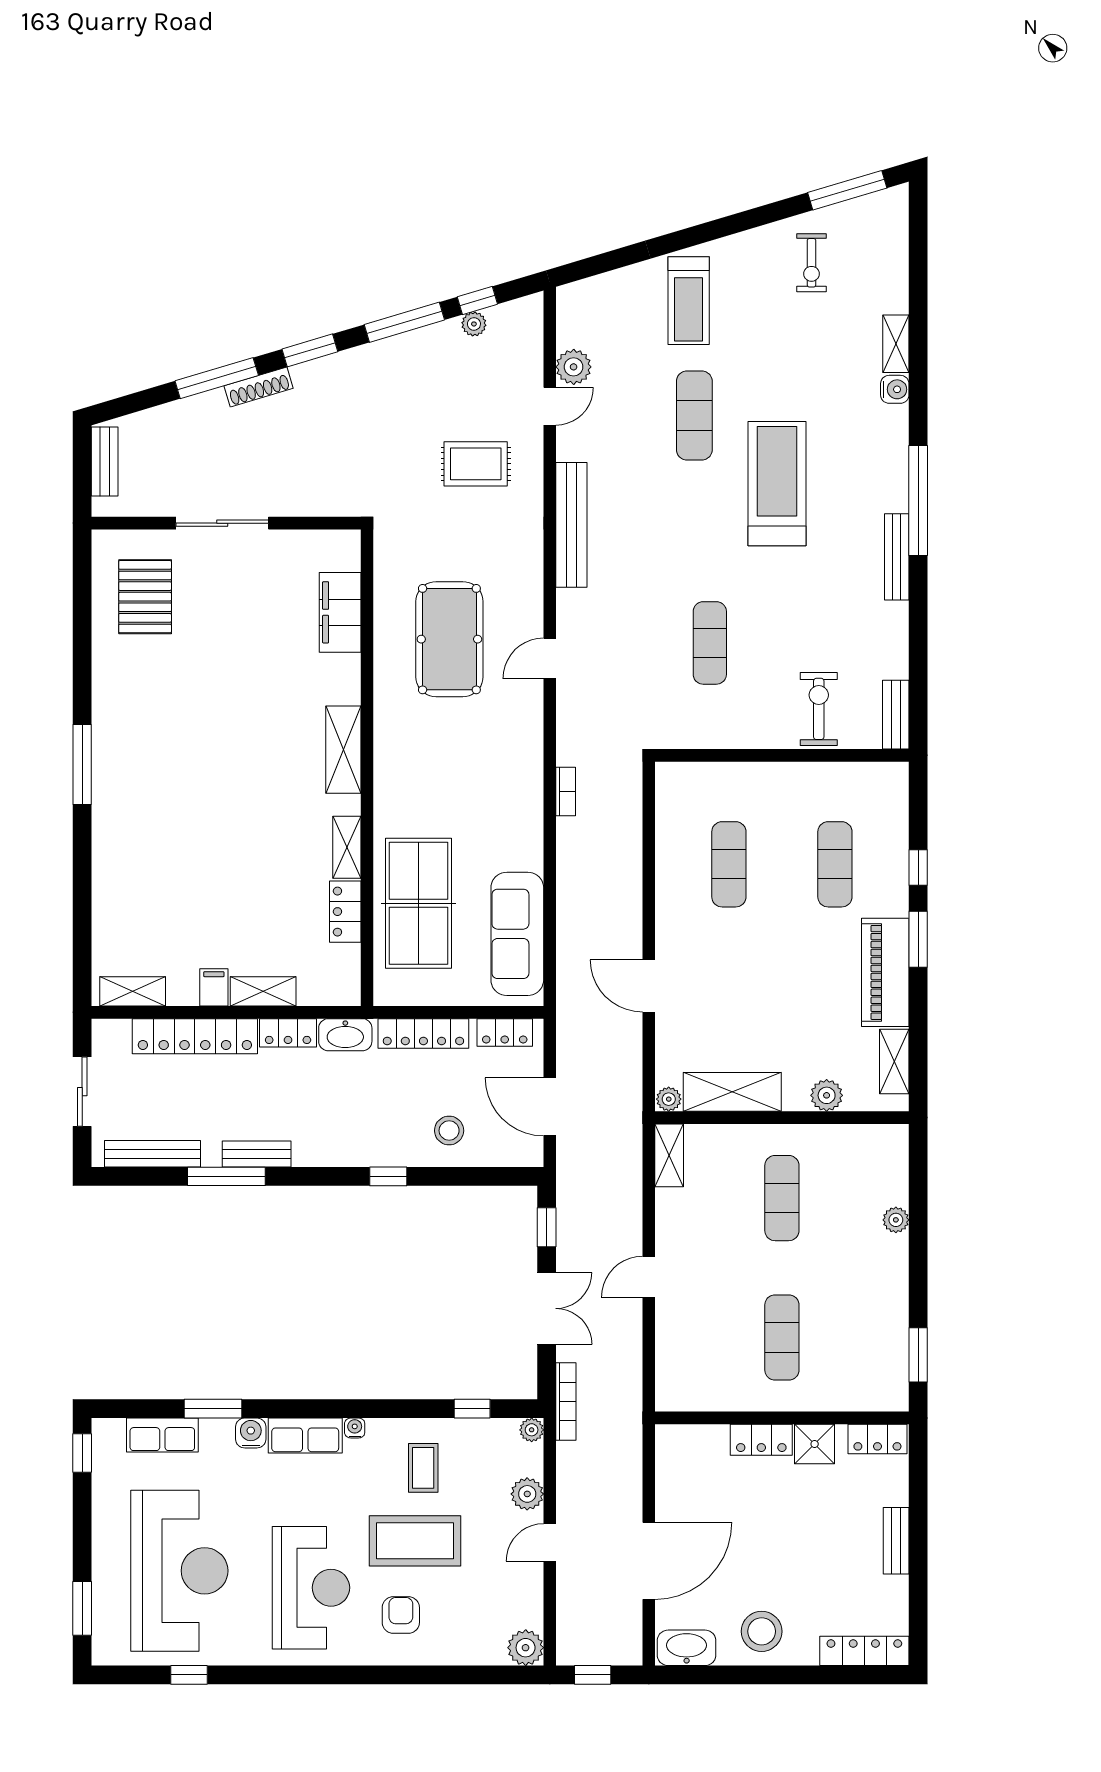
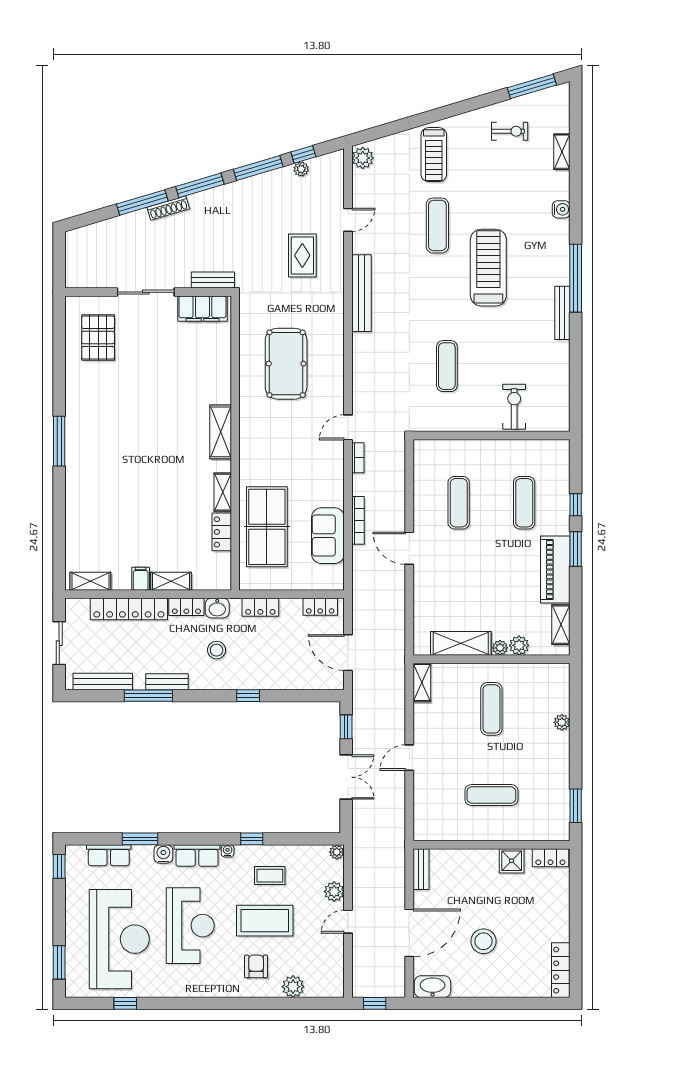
exercise bike: (812, 263) -> (510, 131), turned -90
shelving: (896, 344) -> (562, 152), moved
window: (310, 350) -> (200, 185), width x1.44
plant: (574, 367) -> (363, 158), moved
bench: (105, 461) -> (213, 280), moved, turned 90
rug: (476, 464) -> (302, 255), turned 90
filing cabinet: (340, 612) -> (202, 309), moved, turned -90
door: (550, 658) -> (348, 427), moved
bench: (896, 715) -> (562, 410), removed
sofa: (517, 934) -> (328, 536), width x0.73
door: (649, 986) -> (409, 548), moved
locker: (423, 1033) -> (260, 607), width x0.66
washbasin: (345, 1035) -> (217, 608), width x0.72
plant: (669, 1099) -> (500, 648), moved
stool: (449, 1131) -> (217, 650), moved
exercise mat: (782, 1337) -> (491, 795), turned 90
bookcase: (566, 1402) -> (358, 520), moved
window: (472, 1409) -> (252, 839), moved
locker: (761, 1440) -> (479, 858), removed
coffee table: (423, 1468) -> (270, 876), turned 90
bench: (896, 1541) -> (421, 869), moved
reception desk: (311, 1588) -> (190, 926), moved
stool: (762, 1631) -> (483, 941), moved
plant: (526, 1648) -> (293, 987), moved
locker: (864, 1651) -> (561, 970), moved, turned -90

